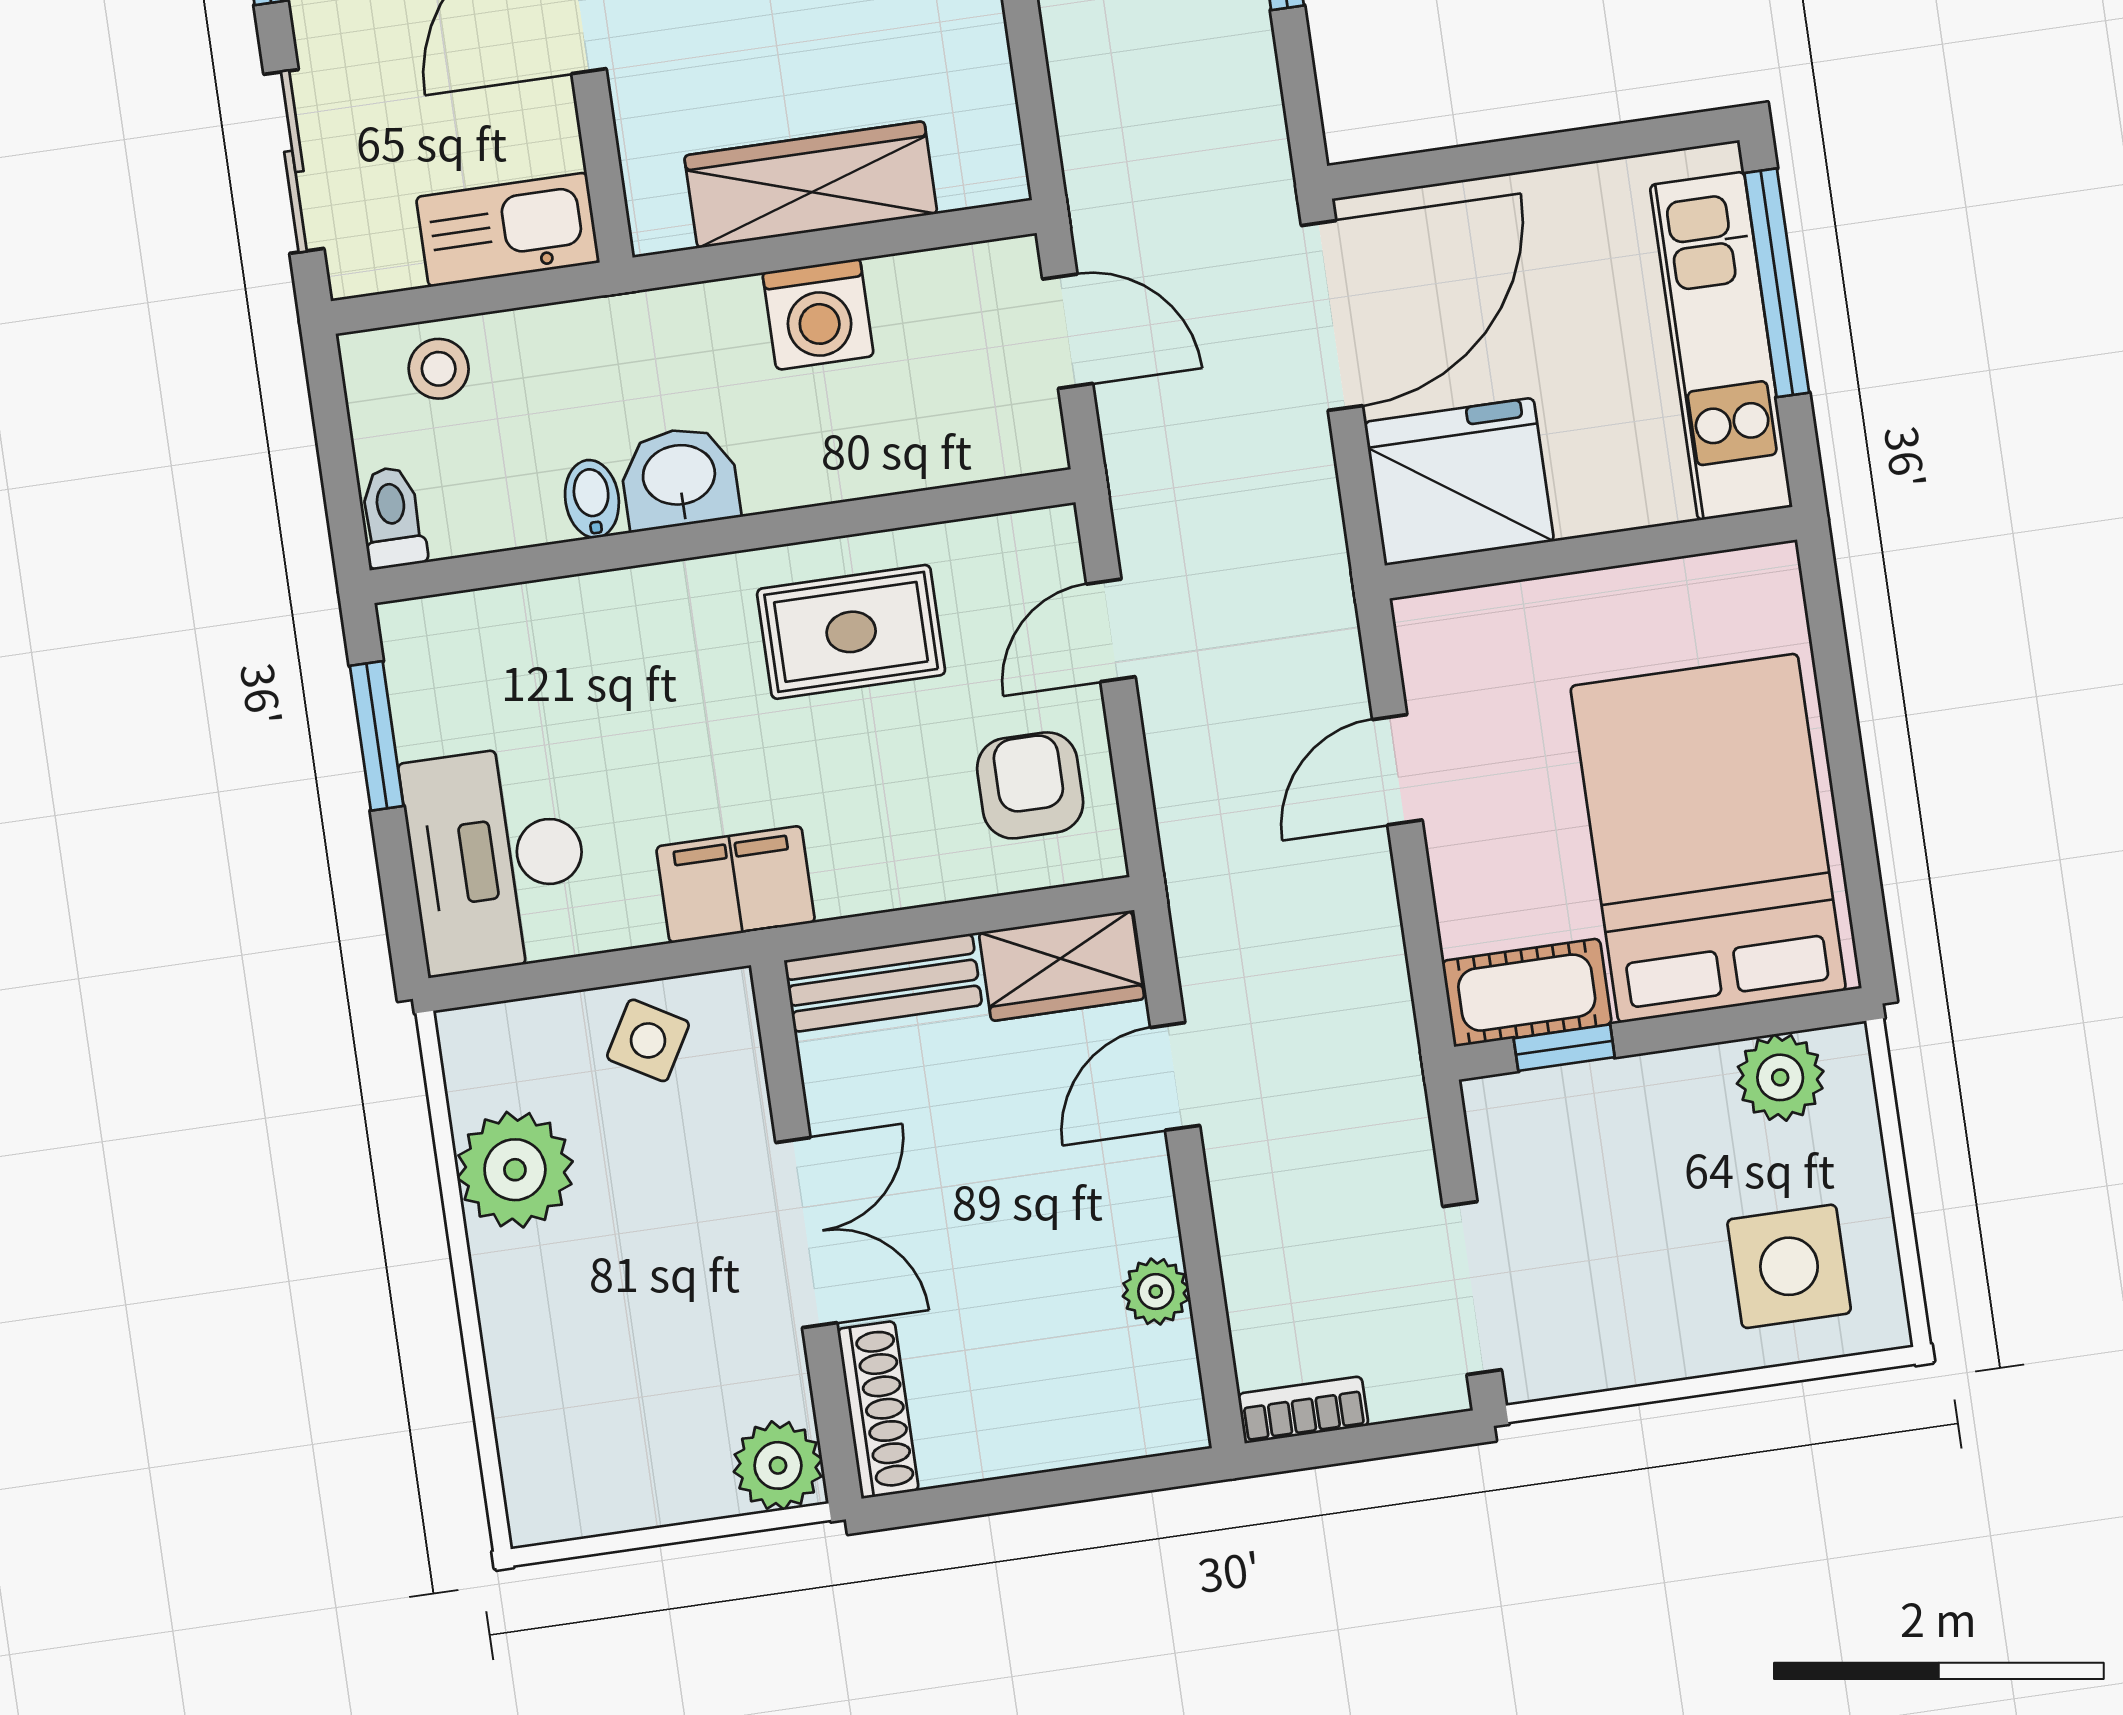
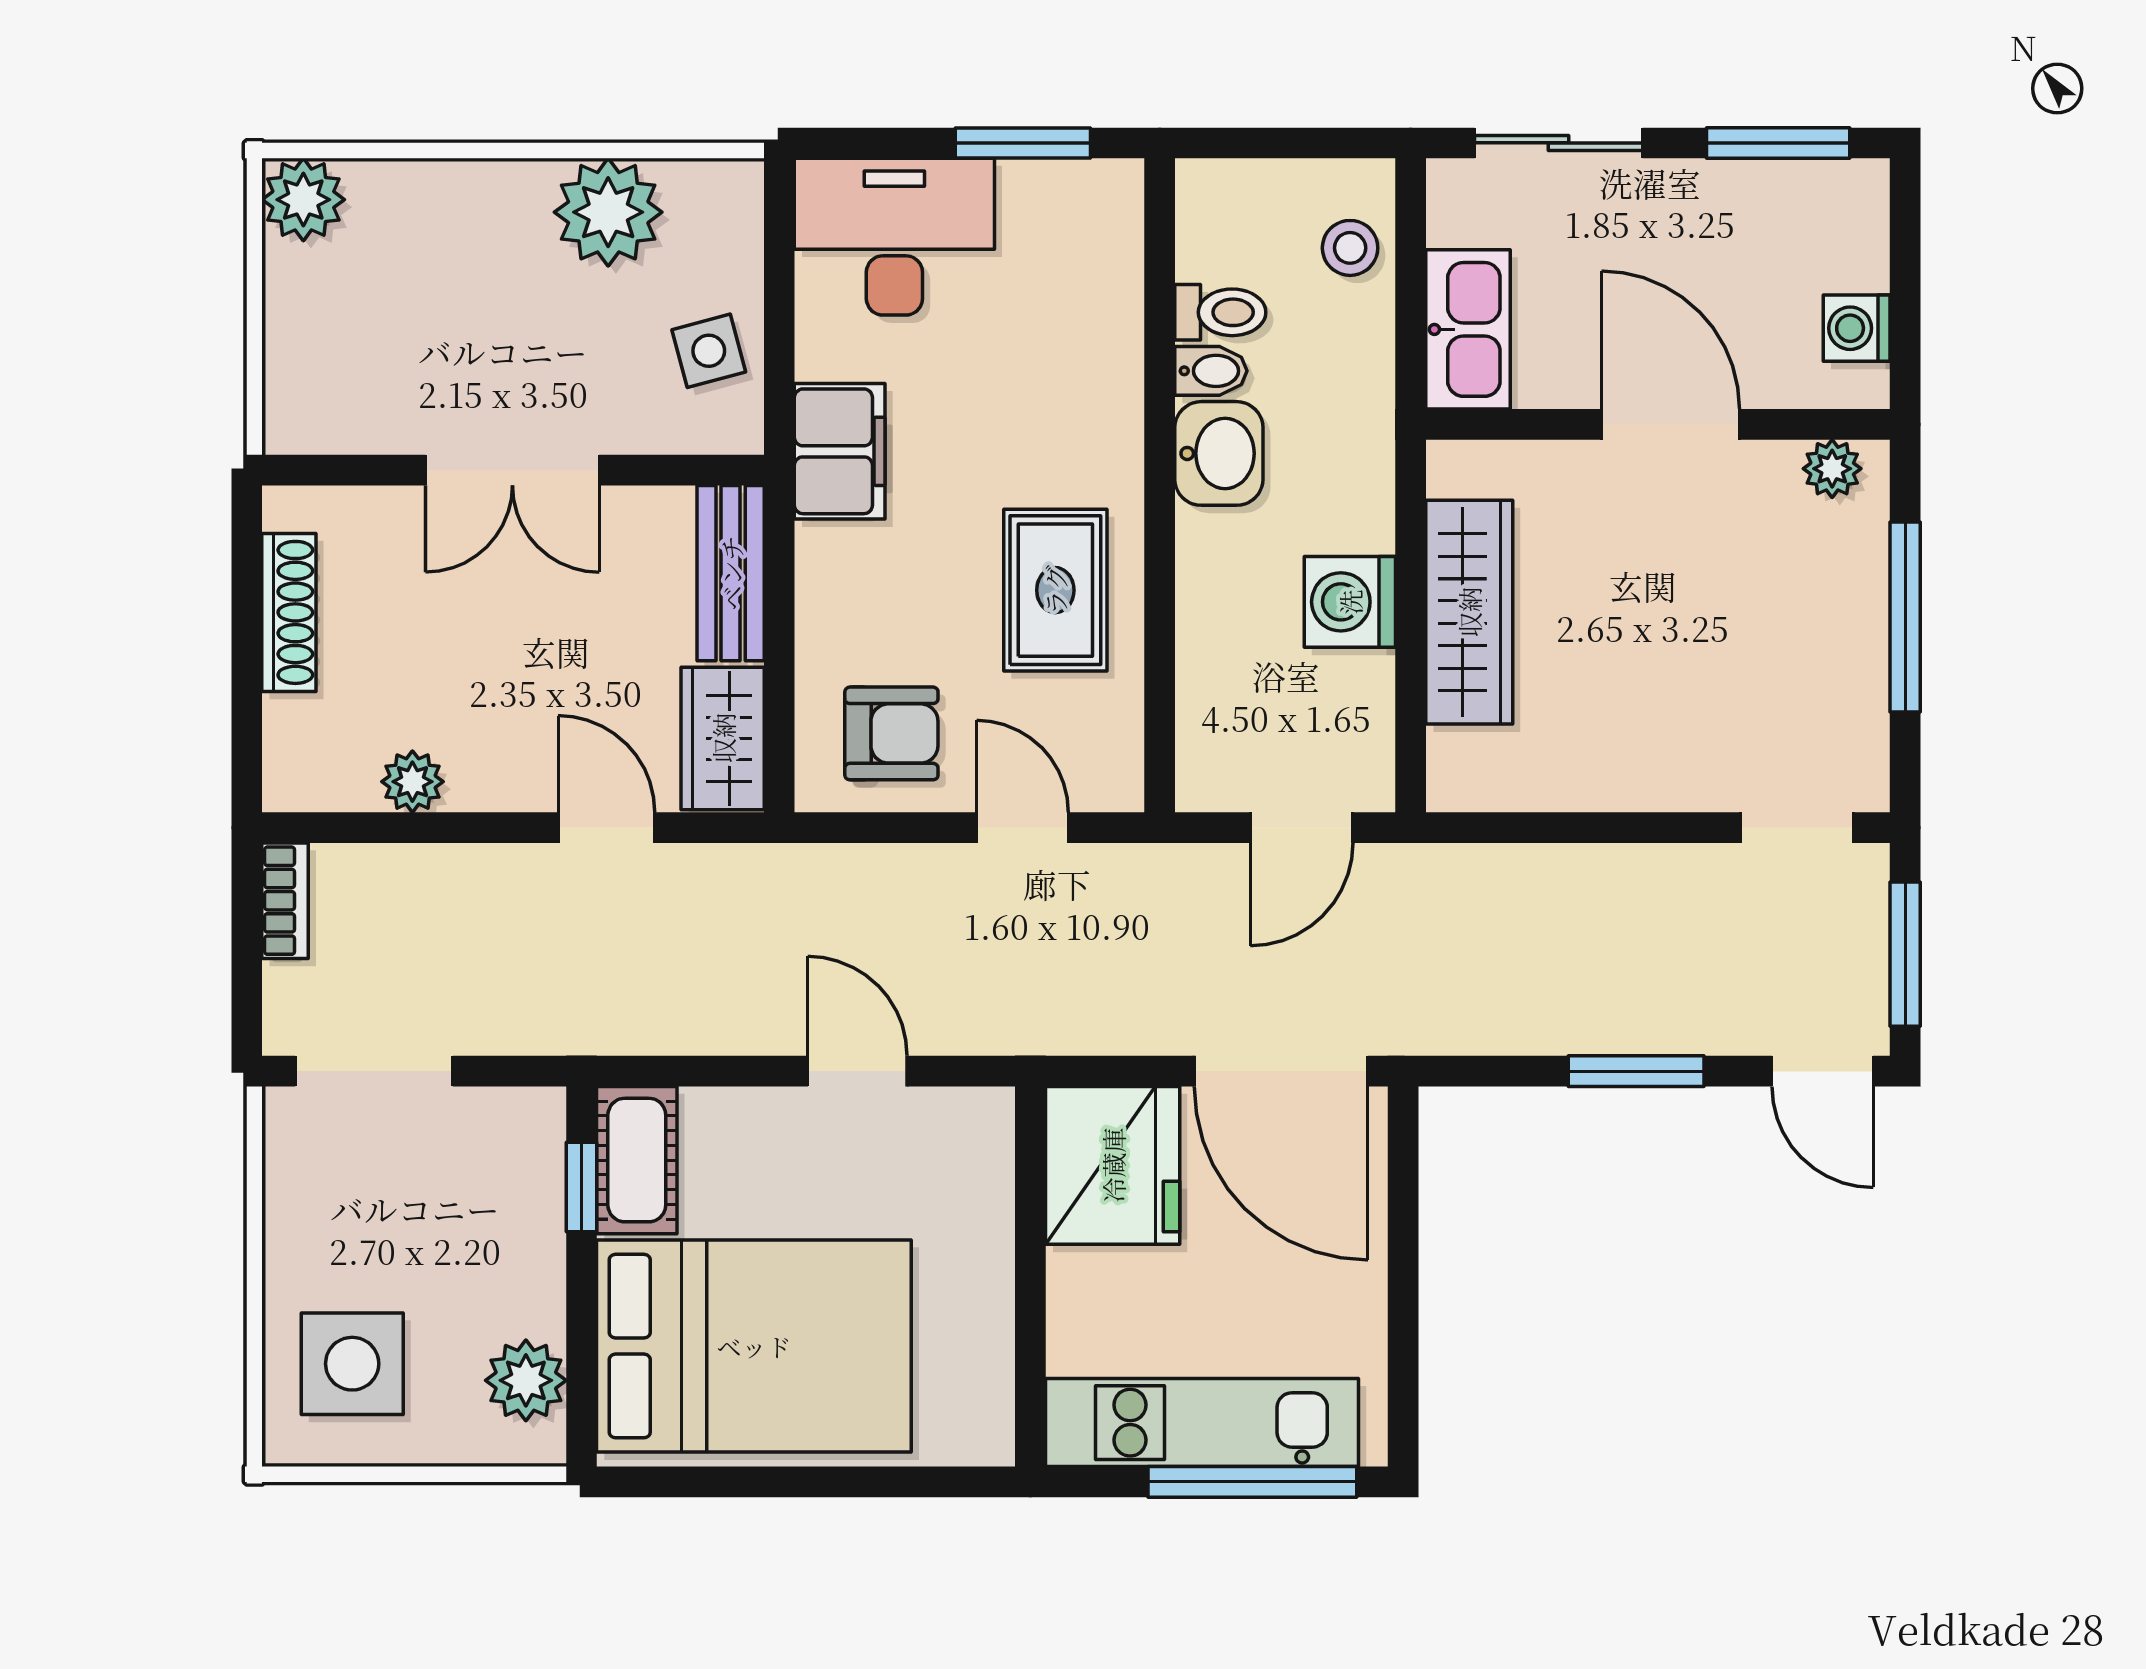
toilet: (392, 517) -> (1220, 312), moved
side table: (648, 1040) -> (709, 351), turned 45
shoe rack: (878, 1410) -> (289, 612), moved, turned -90
plant: (778, 1465) -> (303, 200), moved

